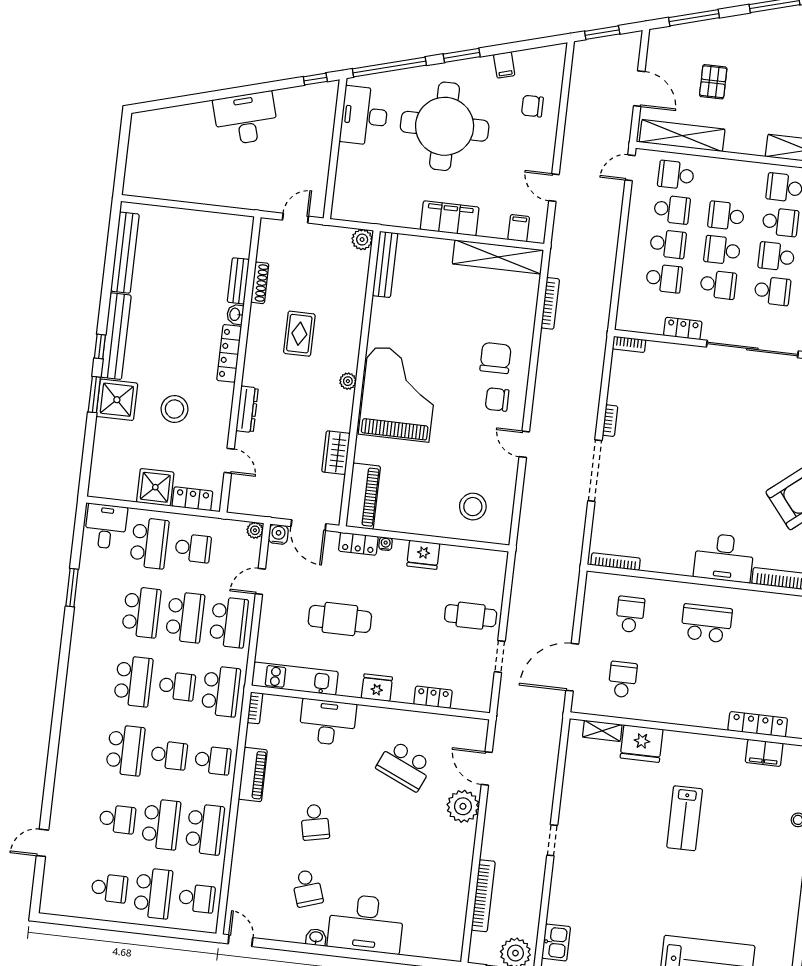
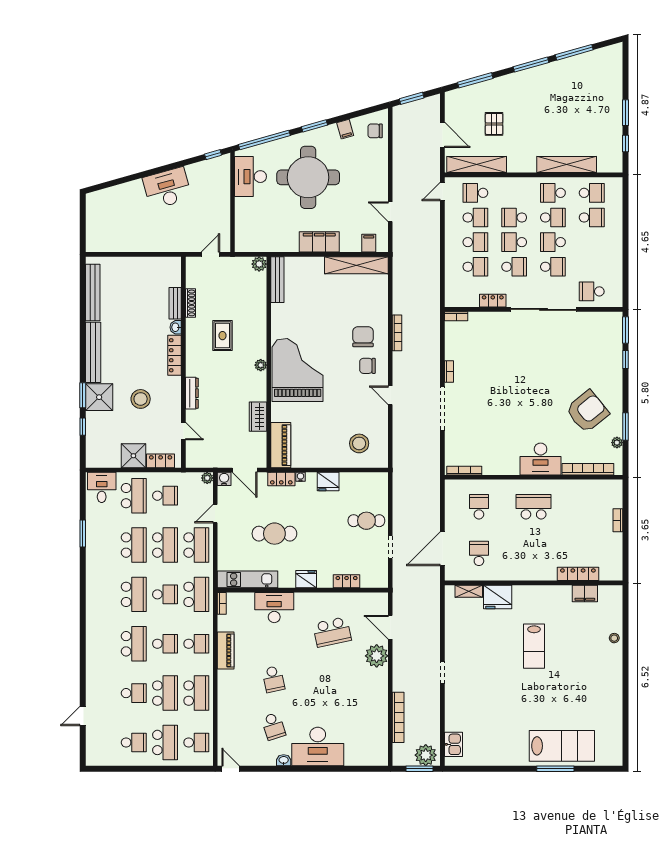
chair: (532, 106) -> (375, 131), moved
bookcase: (550, 303) -> (397, 333), moved
window: (100, 347) -> (83, 427), moved
school desk: (405, 766) -> (332, 632), turned -36

